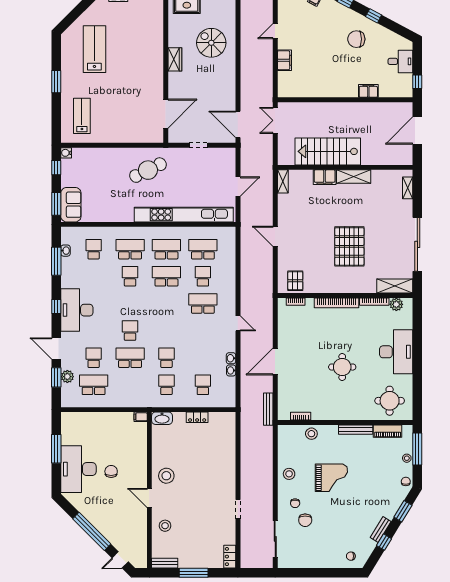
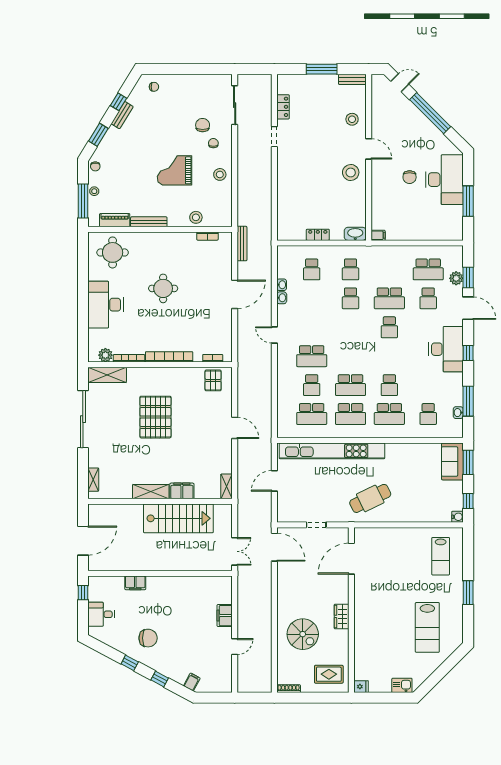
locker: (230, 557) -> (283, 107), moved

